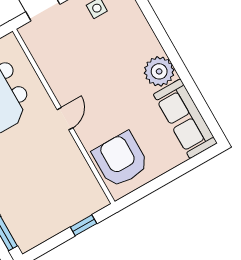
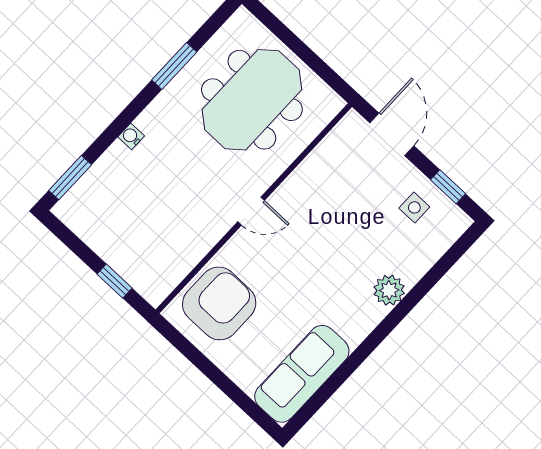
plant: (159, 71) -> (389, 290), moved, width x0.73, depth x0.73

